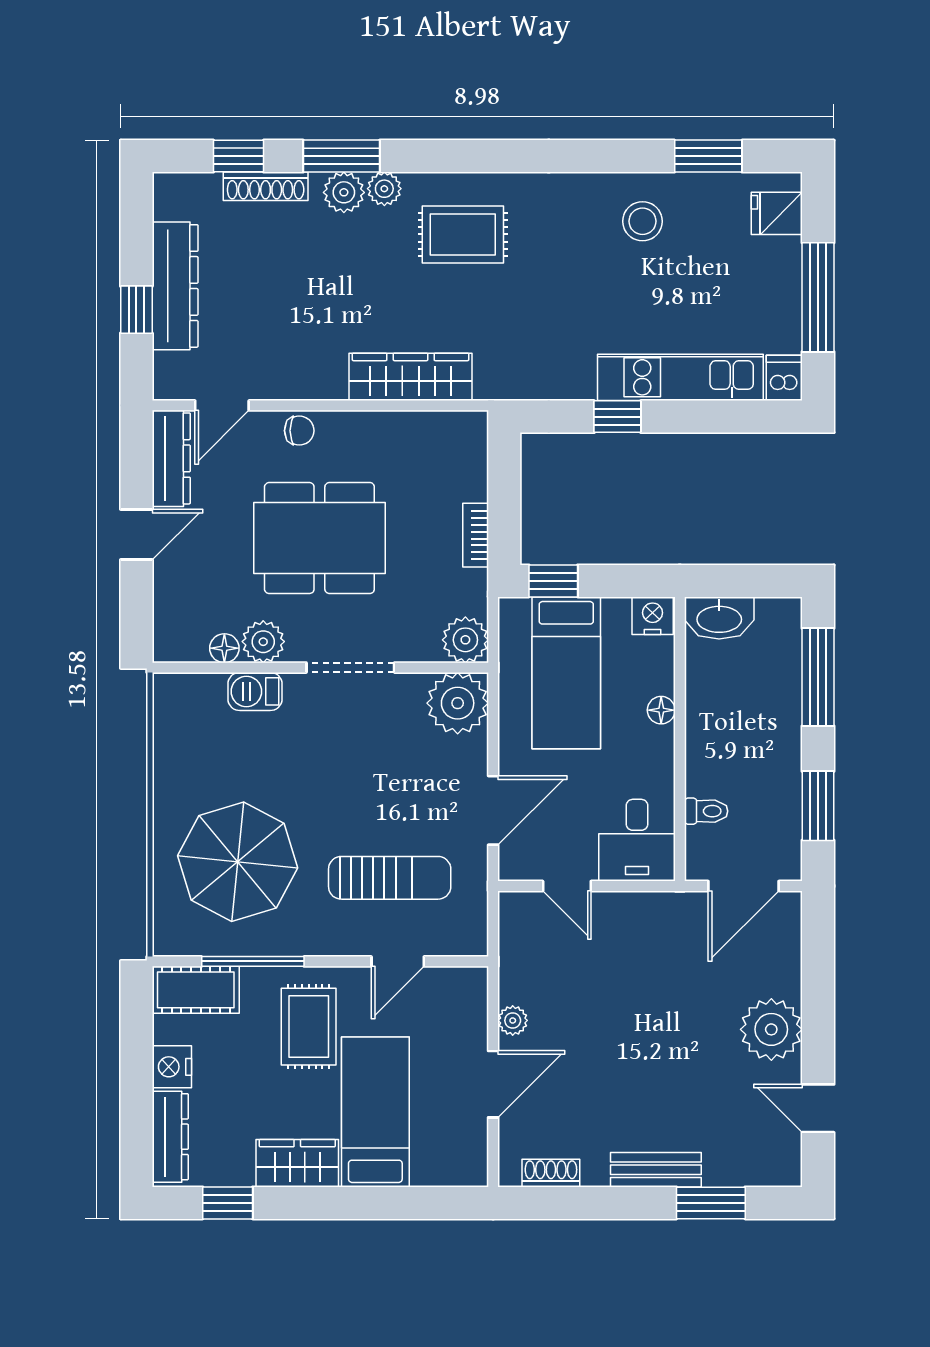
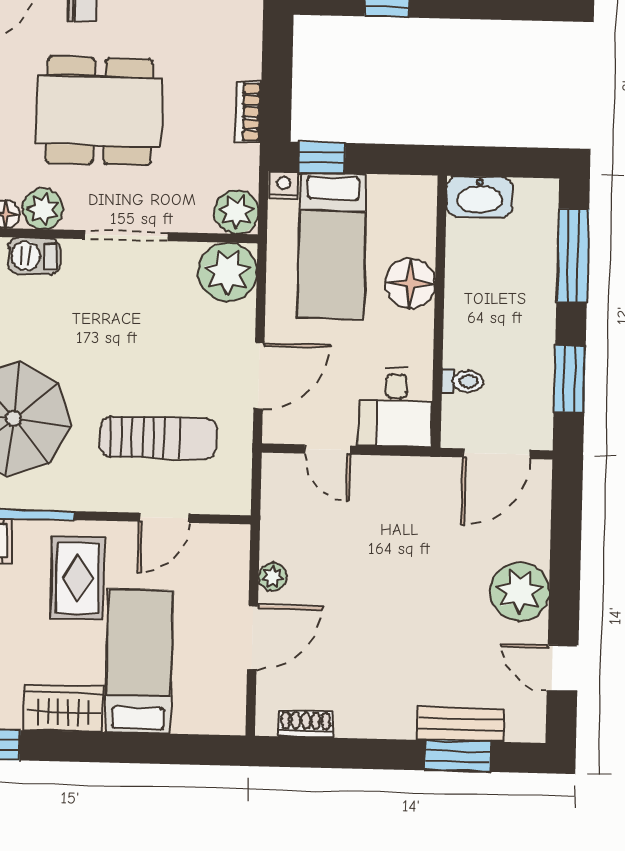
nightstand: (653, 616) -> (284, 185), moved, width x0.72, depth x0.74
floor lamp: (661, 710) -> (410, 283), width x1.89, depth x1.89
bench: (656, 1170) -> (461, 724), moved

